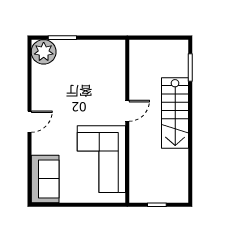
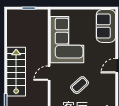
coffee table: (83, 94) -> (80, 85), added

